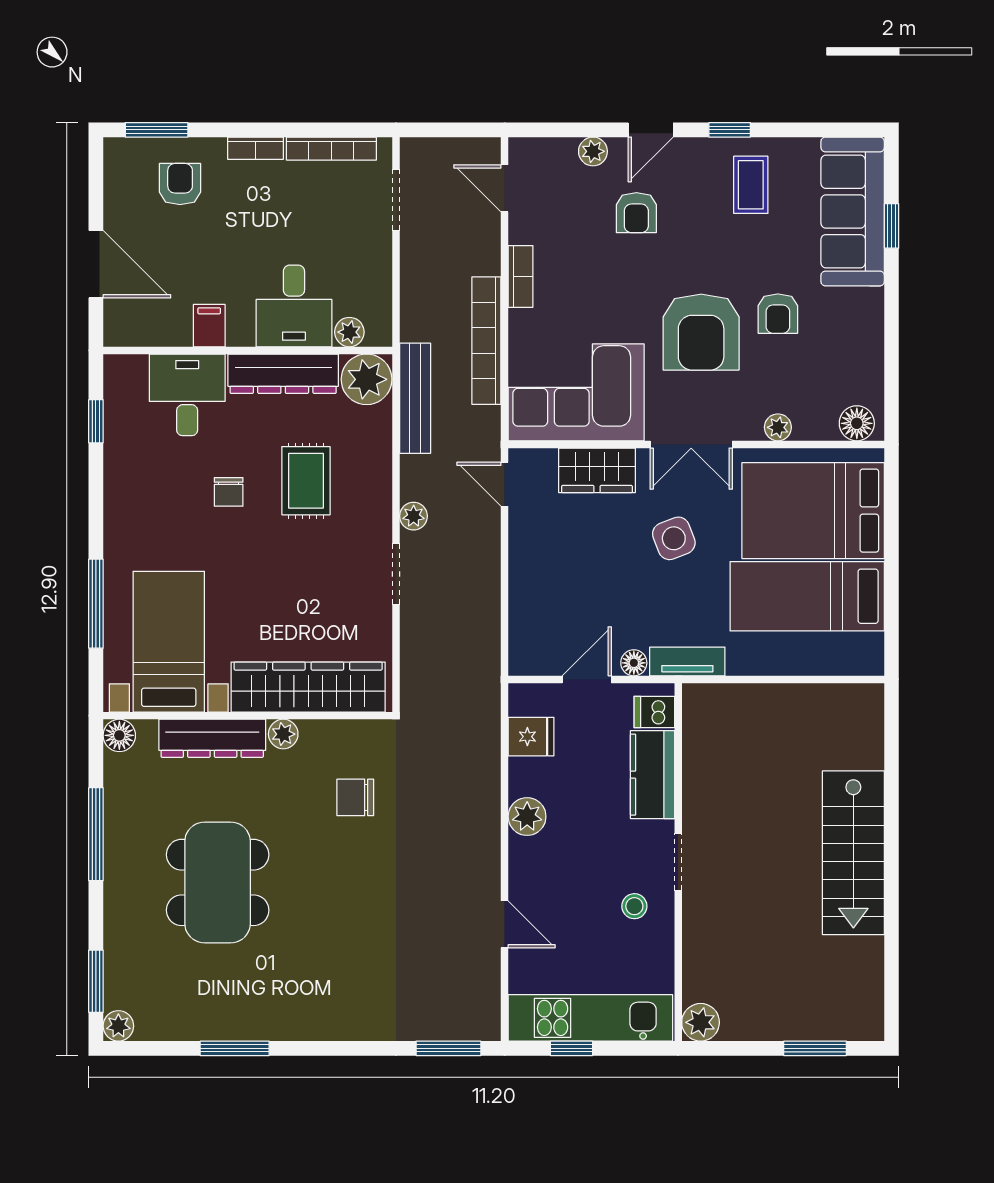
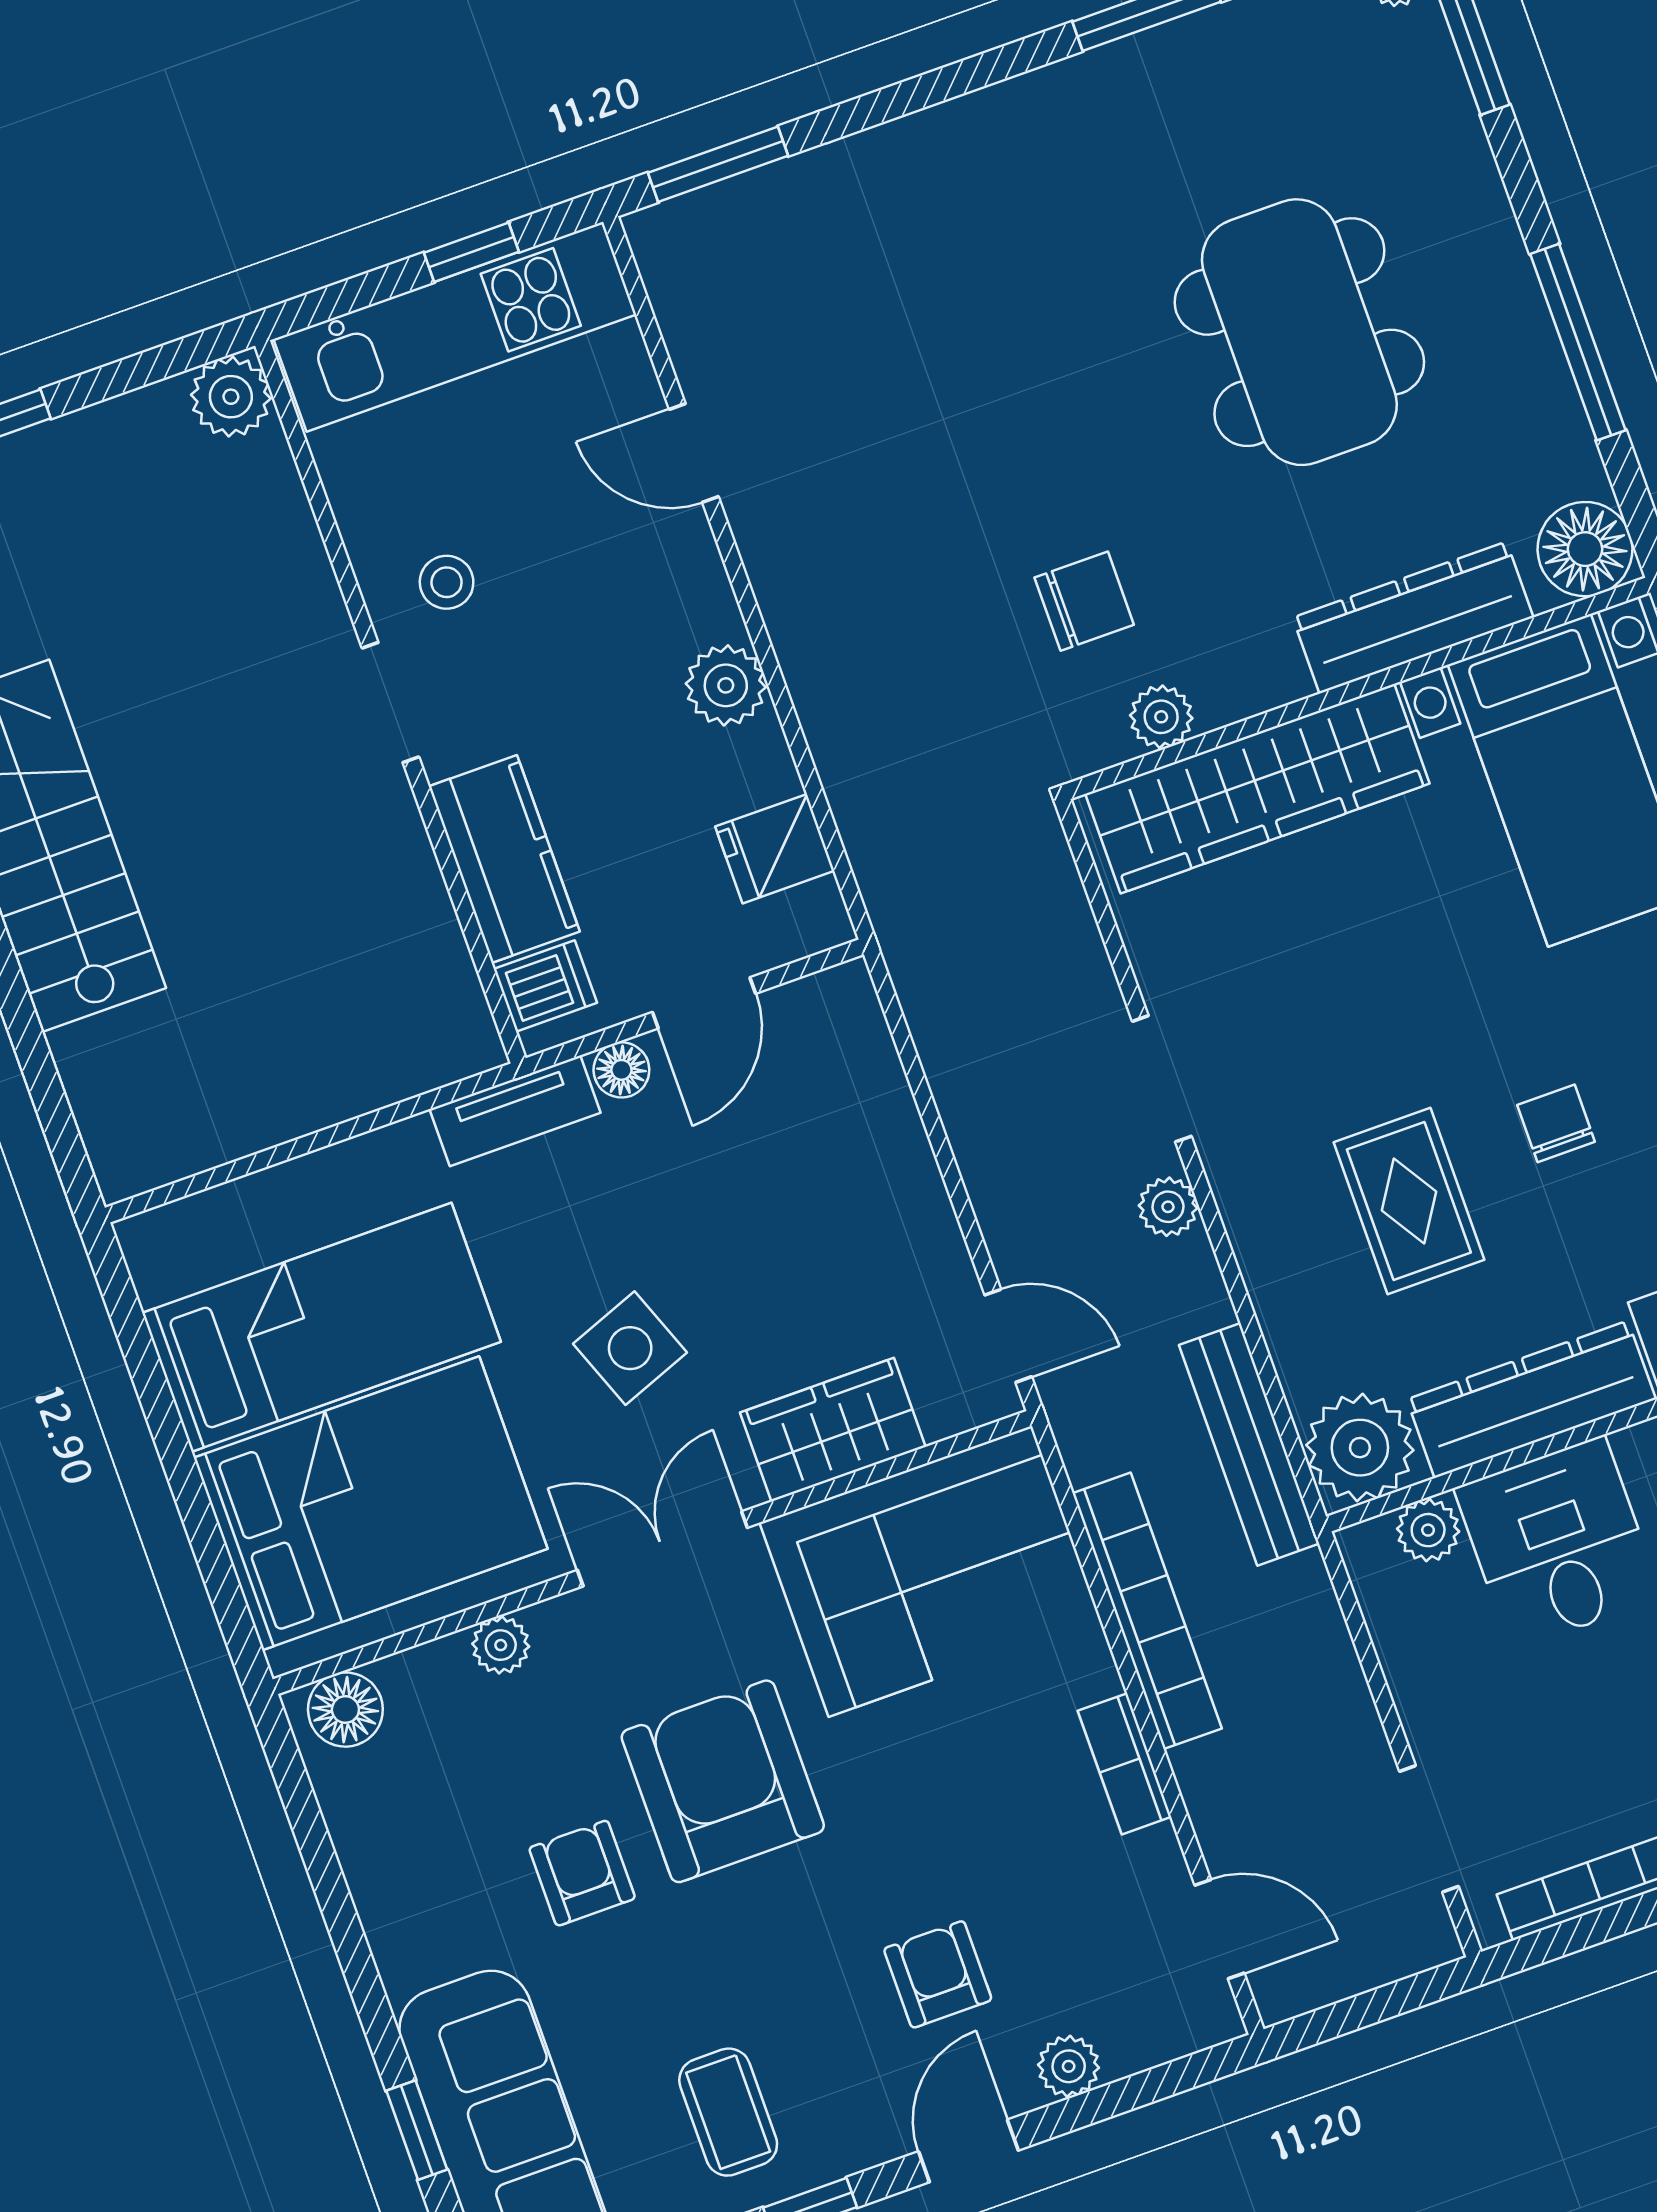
plant: (283, 734) -> (1161, 717), moved
floor lamp: (119, 735) -> (1585, 549), width x1.38, depth x1.38

